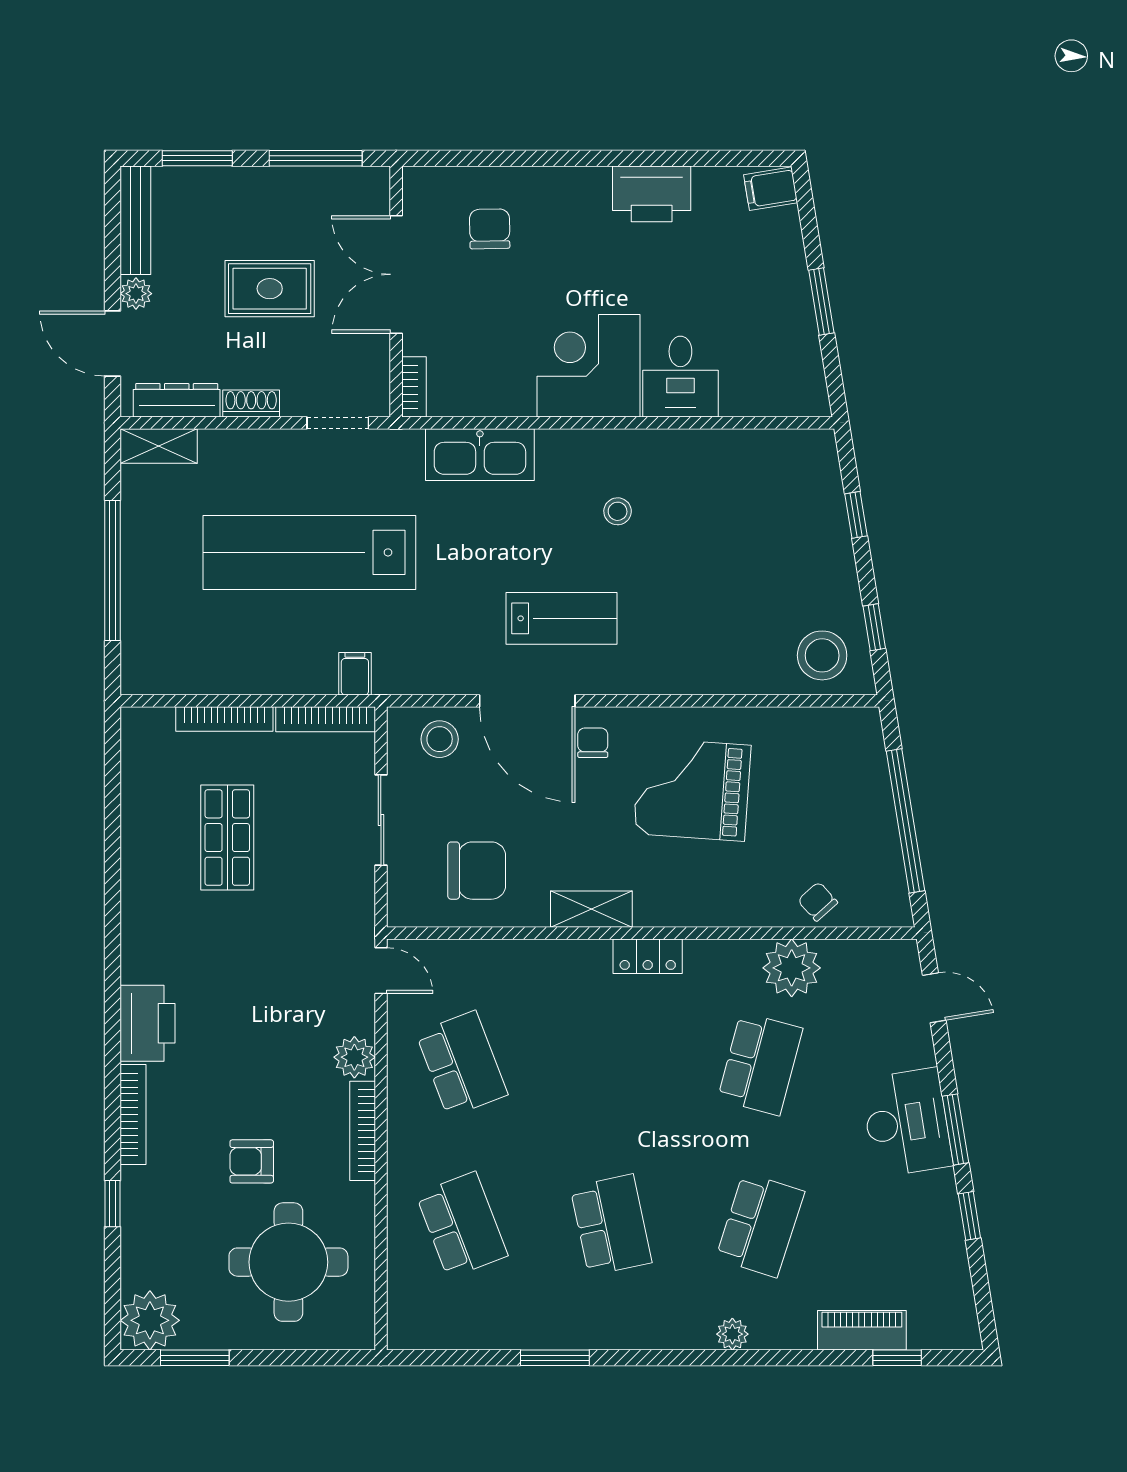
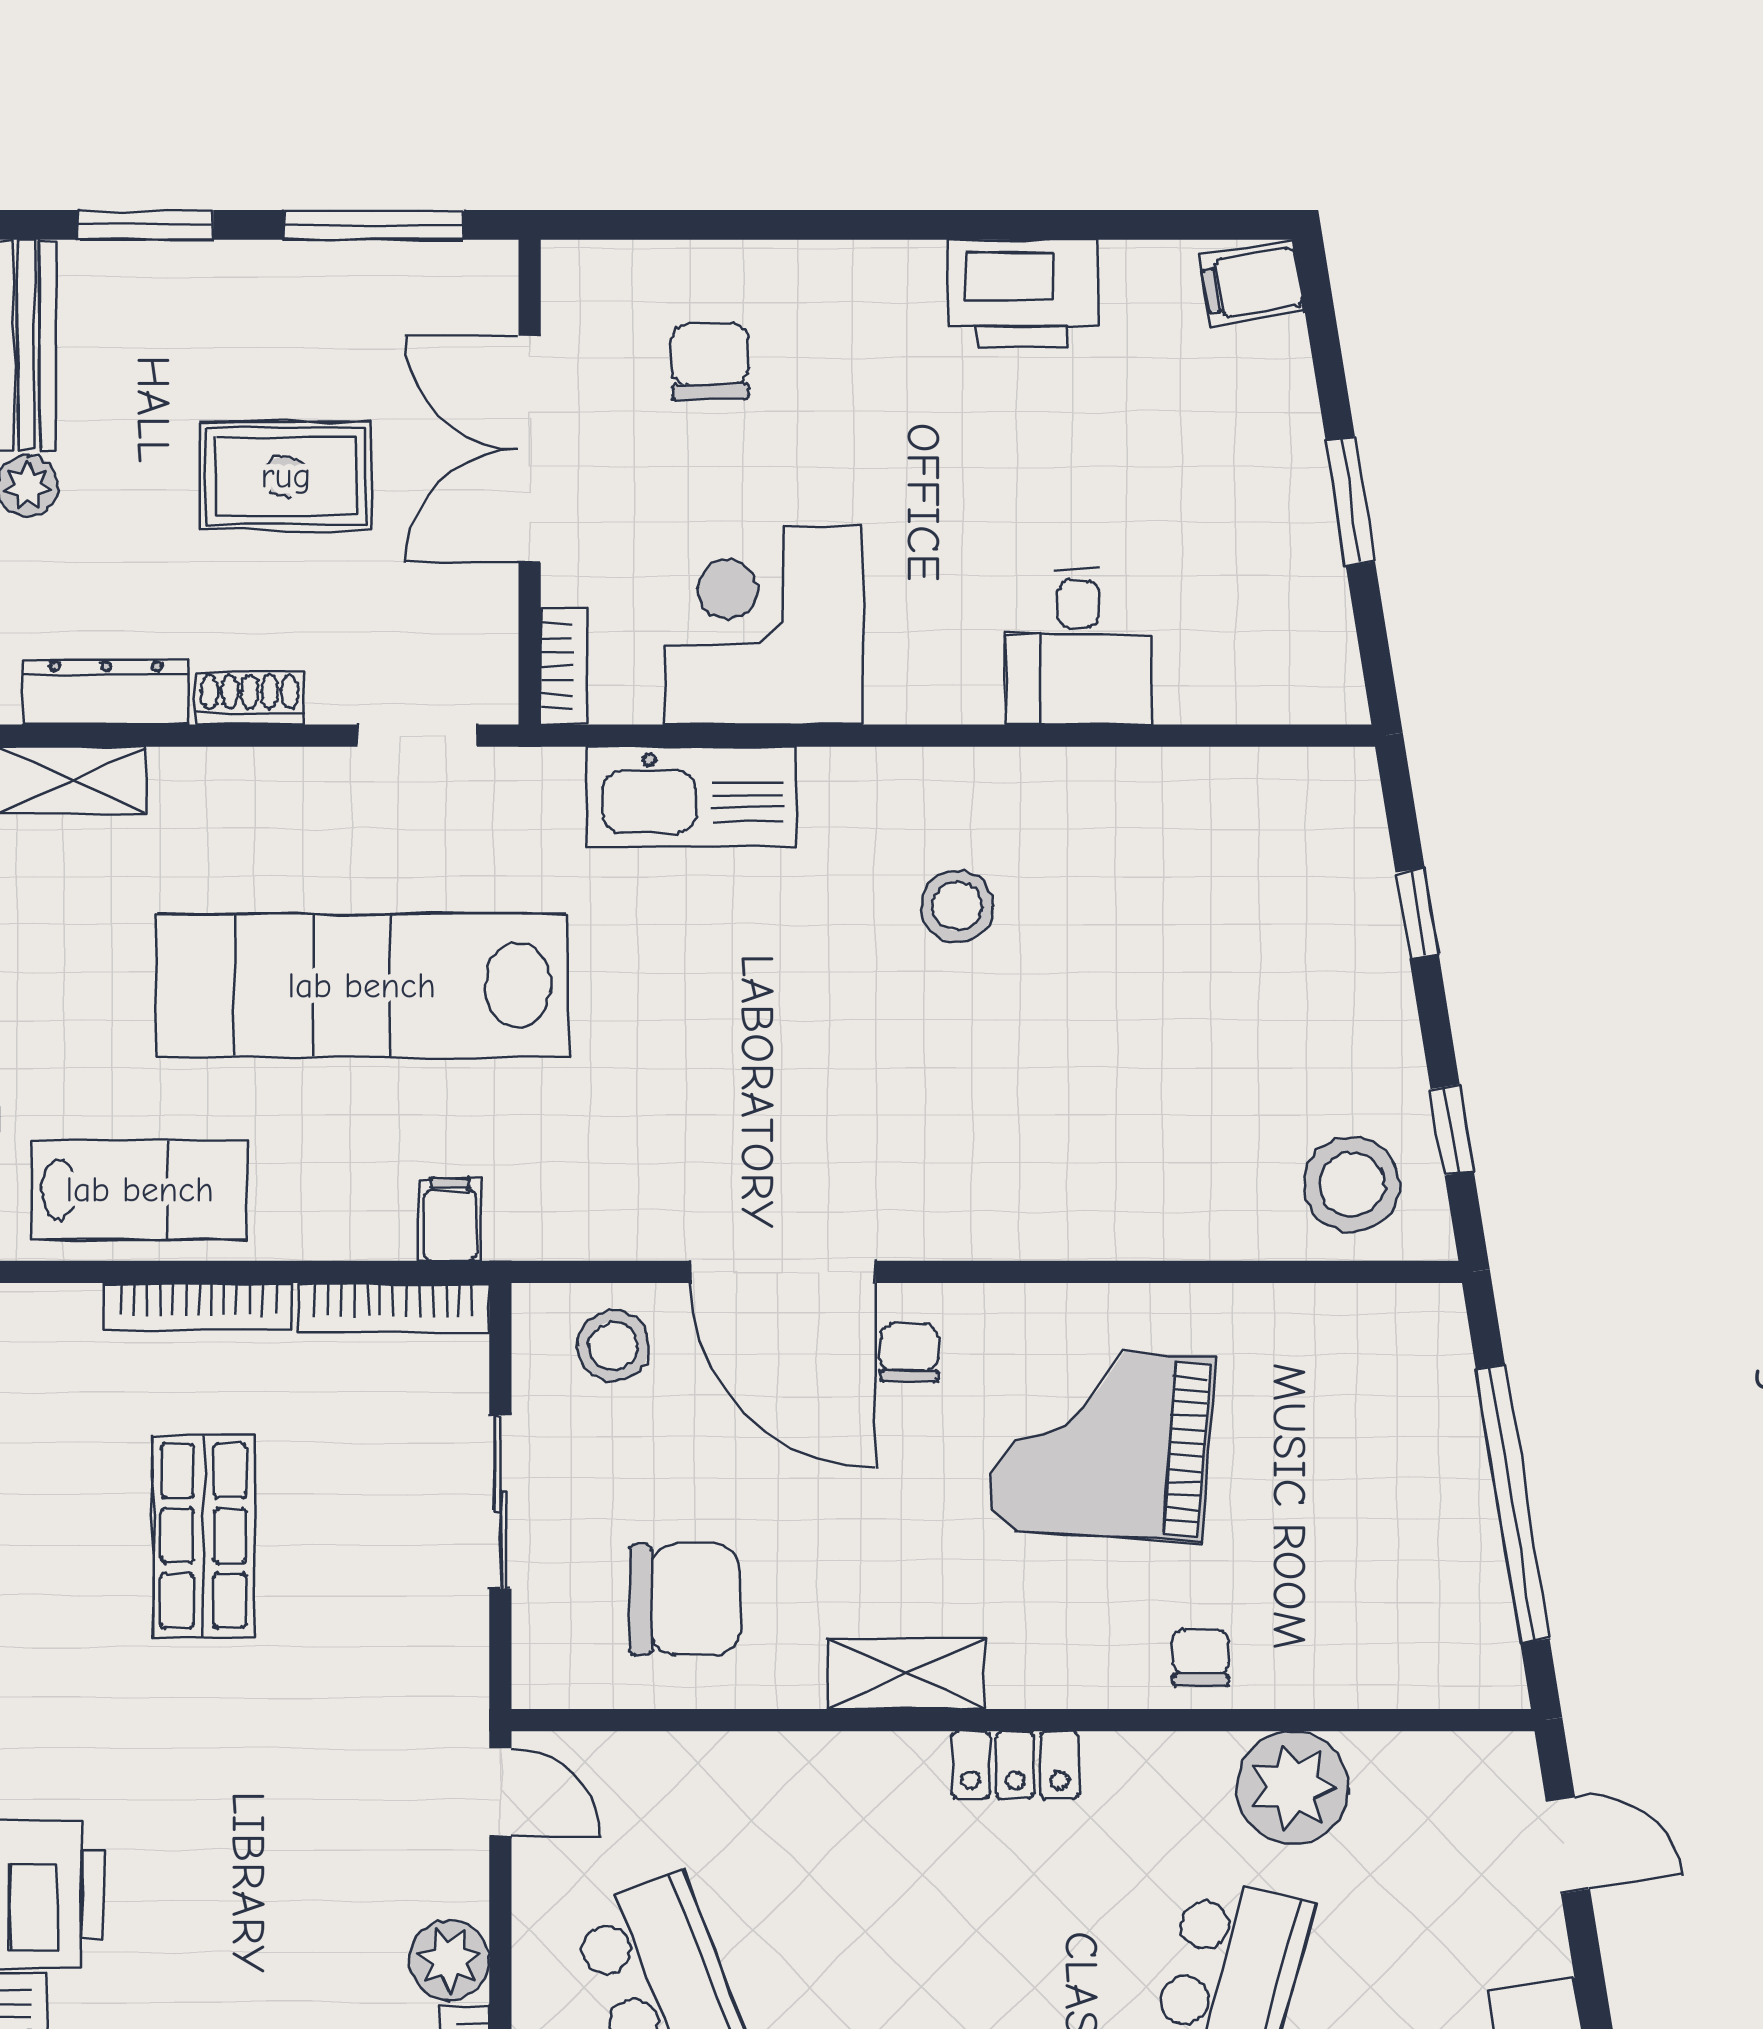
corner desk: (588, 366) -> (763, 625), moved
stool: (618, 511) -> (957, 906), width x1.37, depth x1.37
lab bench: (562, 618) -> (140, 1190), moved
chair: (818, 902) -> (1201, 1657), moved, turned 42

